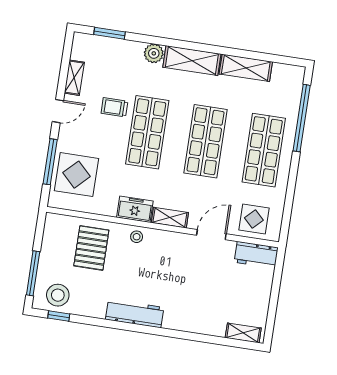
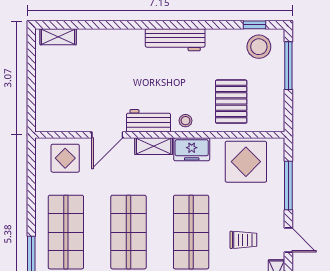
trolley: (114, 107) -> (243, 240), moved
door: (58, 111) -> (288, 240), swing flipped
display table: (77, 175) -> (246, 162), moved
workbench: (256, 255) -> (148, 121), moved

